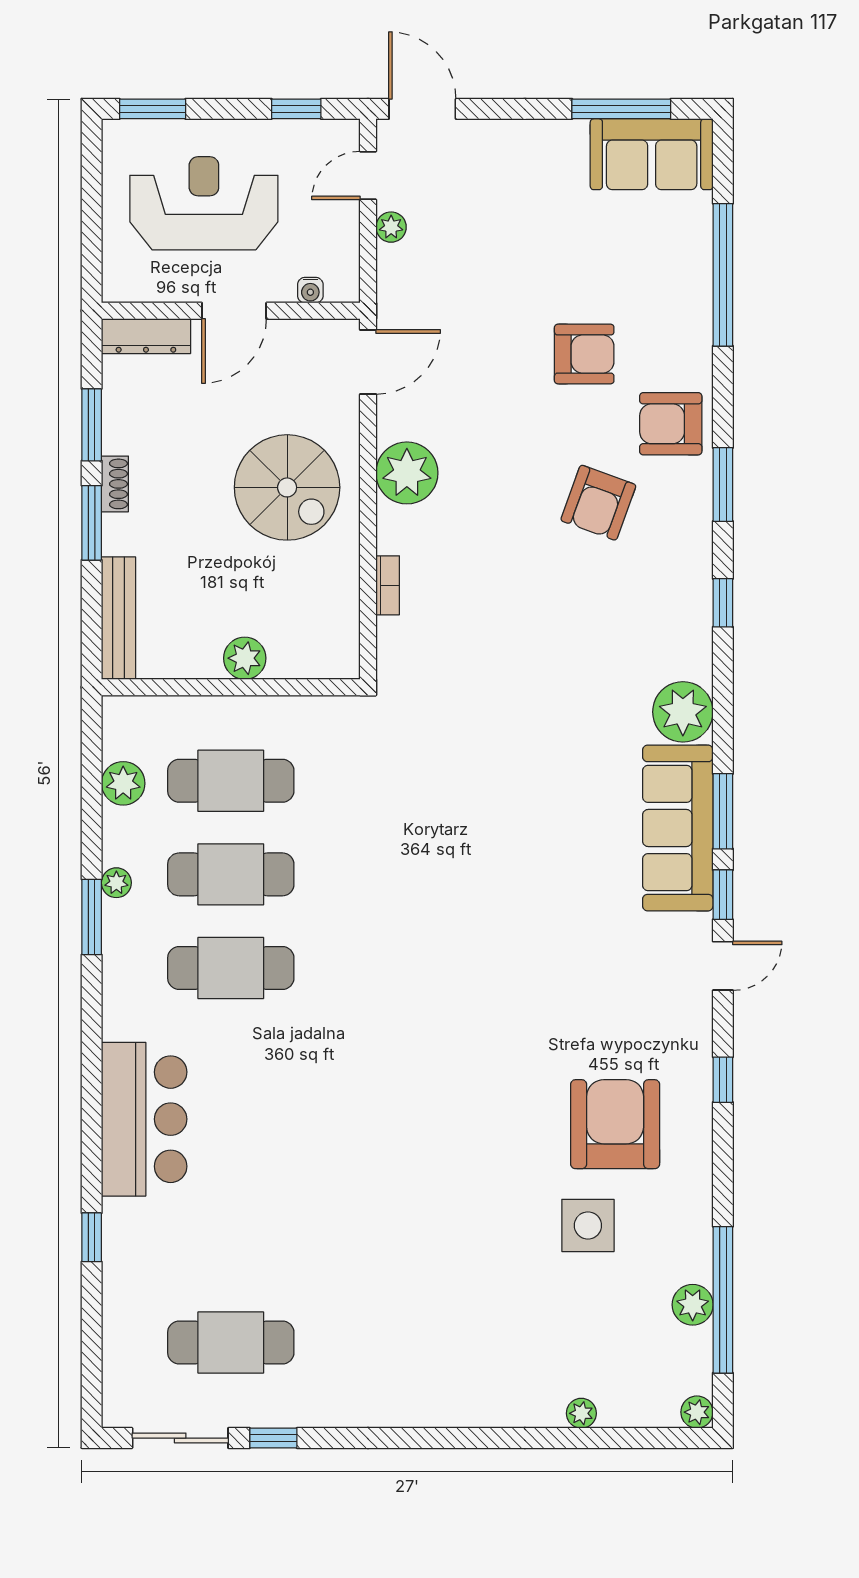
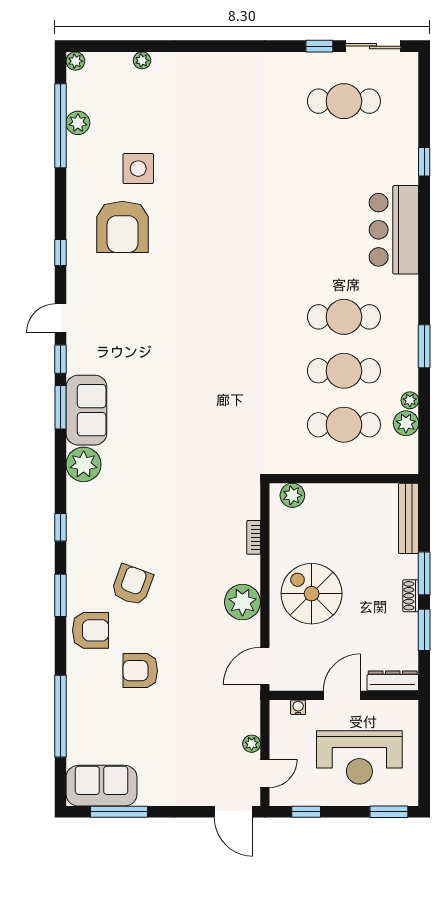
plant: (245, 658) -> (292, 495), moved
sofa: (678, 828) -> (86, 410), width x0.73
plant: (116, 883) -> (410, 400), moved

